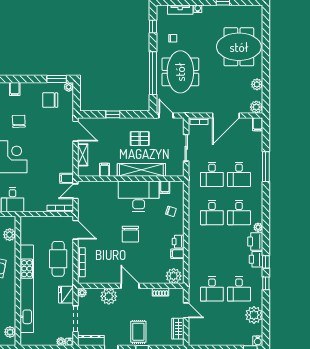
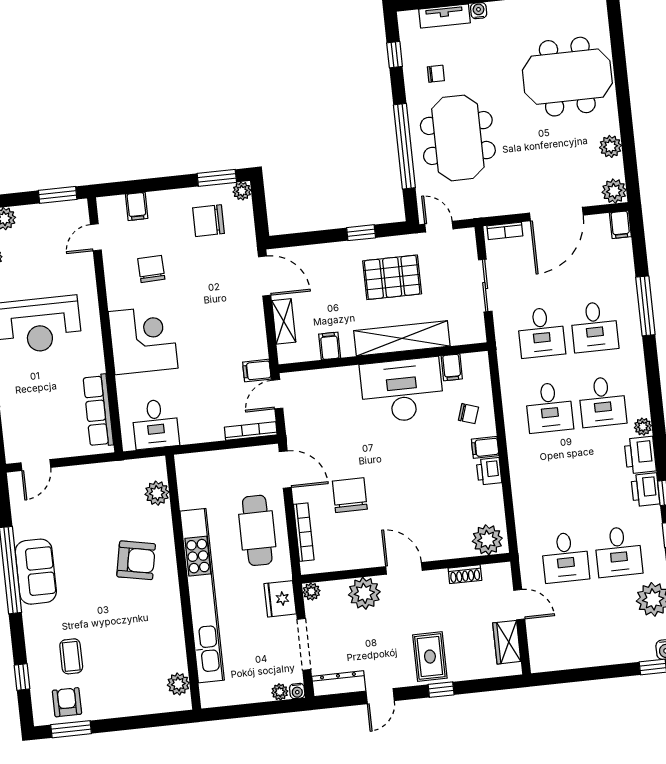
window: (113, 114) -> (361, 233), moved
pallet: (140, 139) -> (392, 277), width x1.50, depth x1.42
chair: (130, 234) -> (350, 495), moved, turned 180
filing cabinet: (177, 254) -> (485, 447), moved

